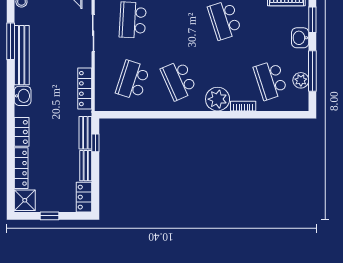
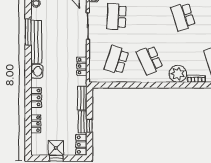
locker: (85, 89) -> (82, 66), width x0.66
window: (95, 143) -> (89, 126), moved
locker: (21, 168) -> (36, 124), width x0.66
shower: (25, 200) -> (56, 148), moved

